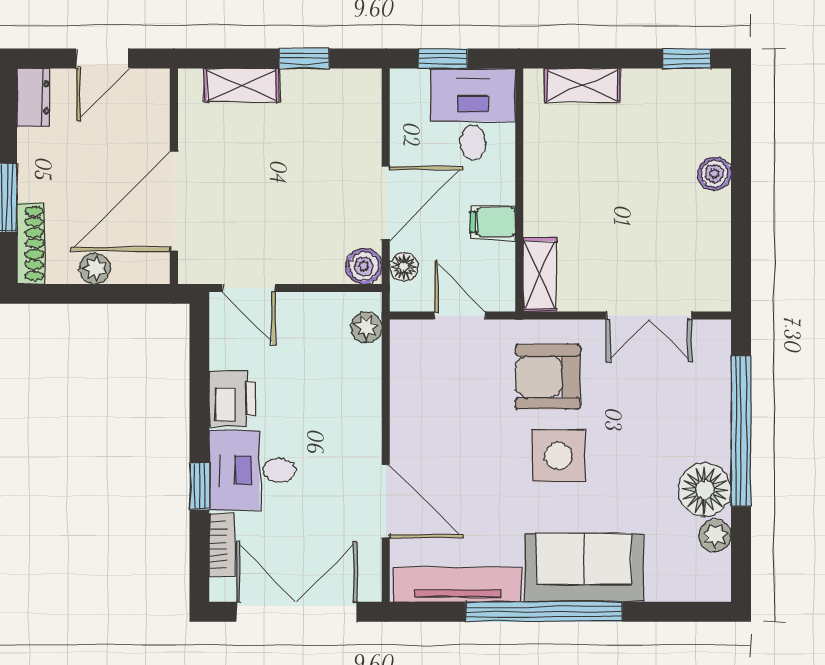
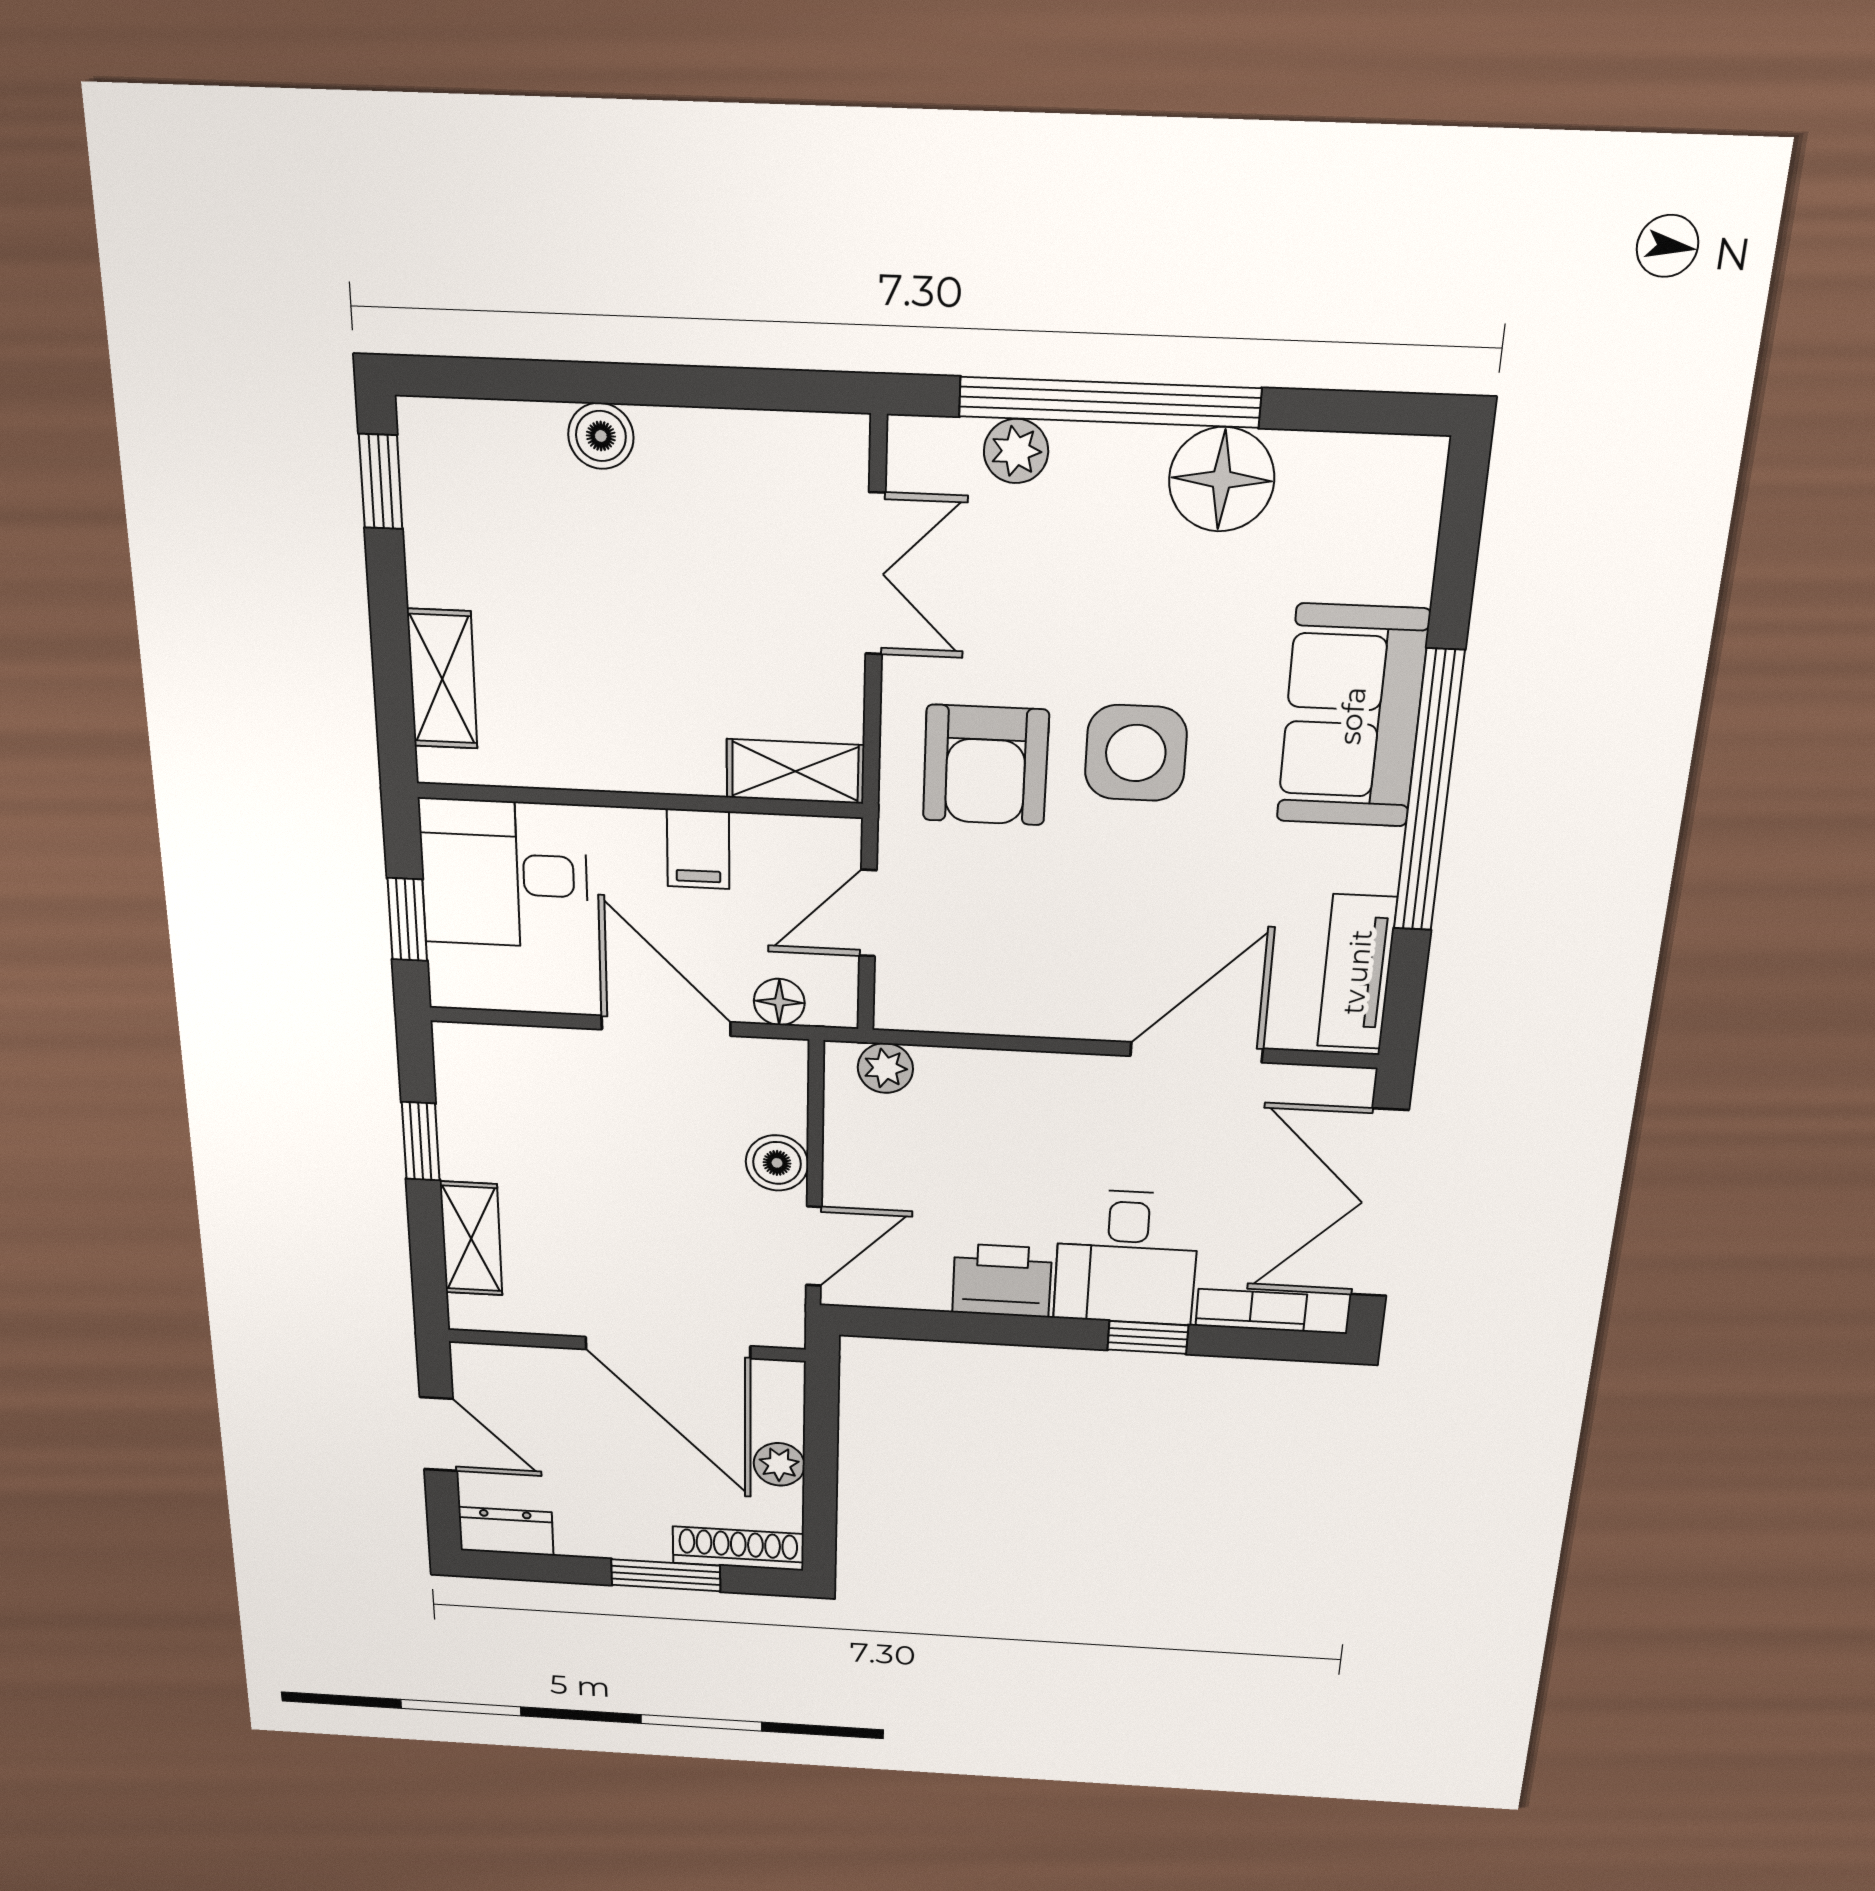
boiler: (364, 266) -> (777, 1163), moved
plant: (715, 536) -> (1016, 451), moved
tv unit: (457, 585) -> (1357, 972), width x0.71

